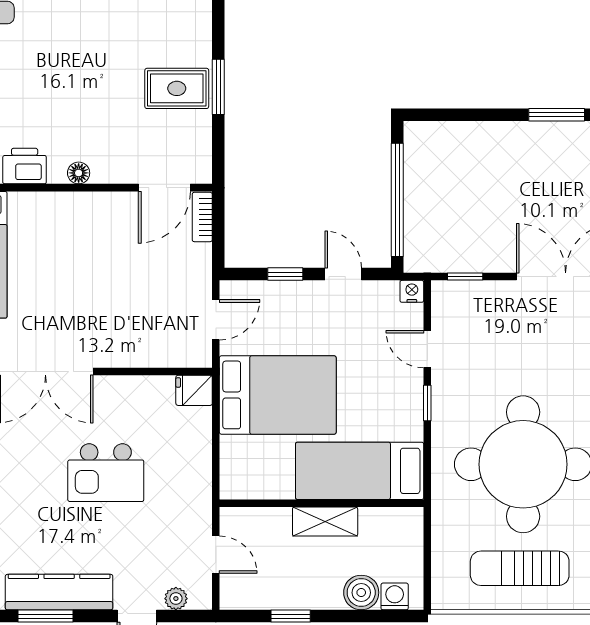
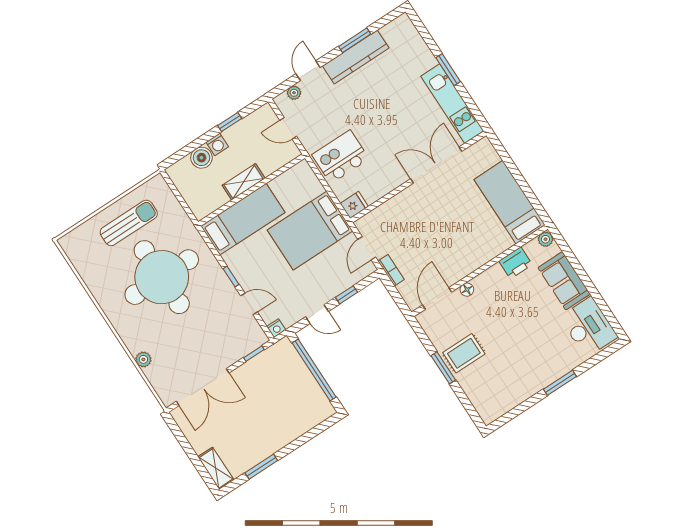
floor lamp: (79, 173) -> (467, 290), moved
bookcase: (202, 217) -> (391, 270), moved
kitchen island: (106, 473) -> (340, 157), moved
washing machine: (395, 596) -> (217, 145), moved

